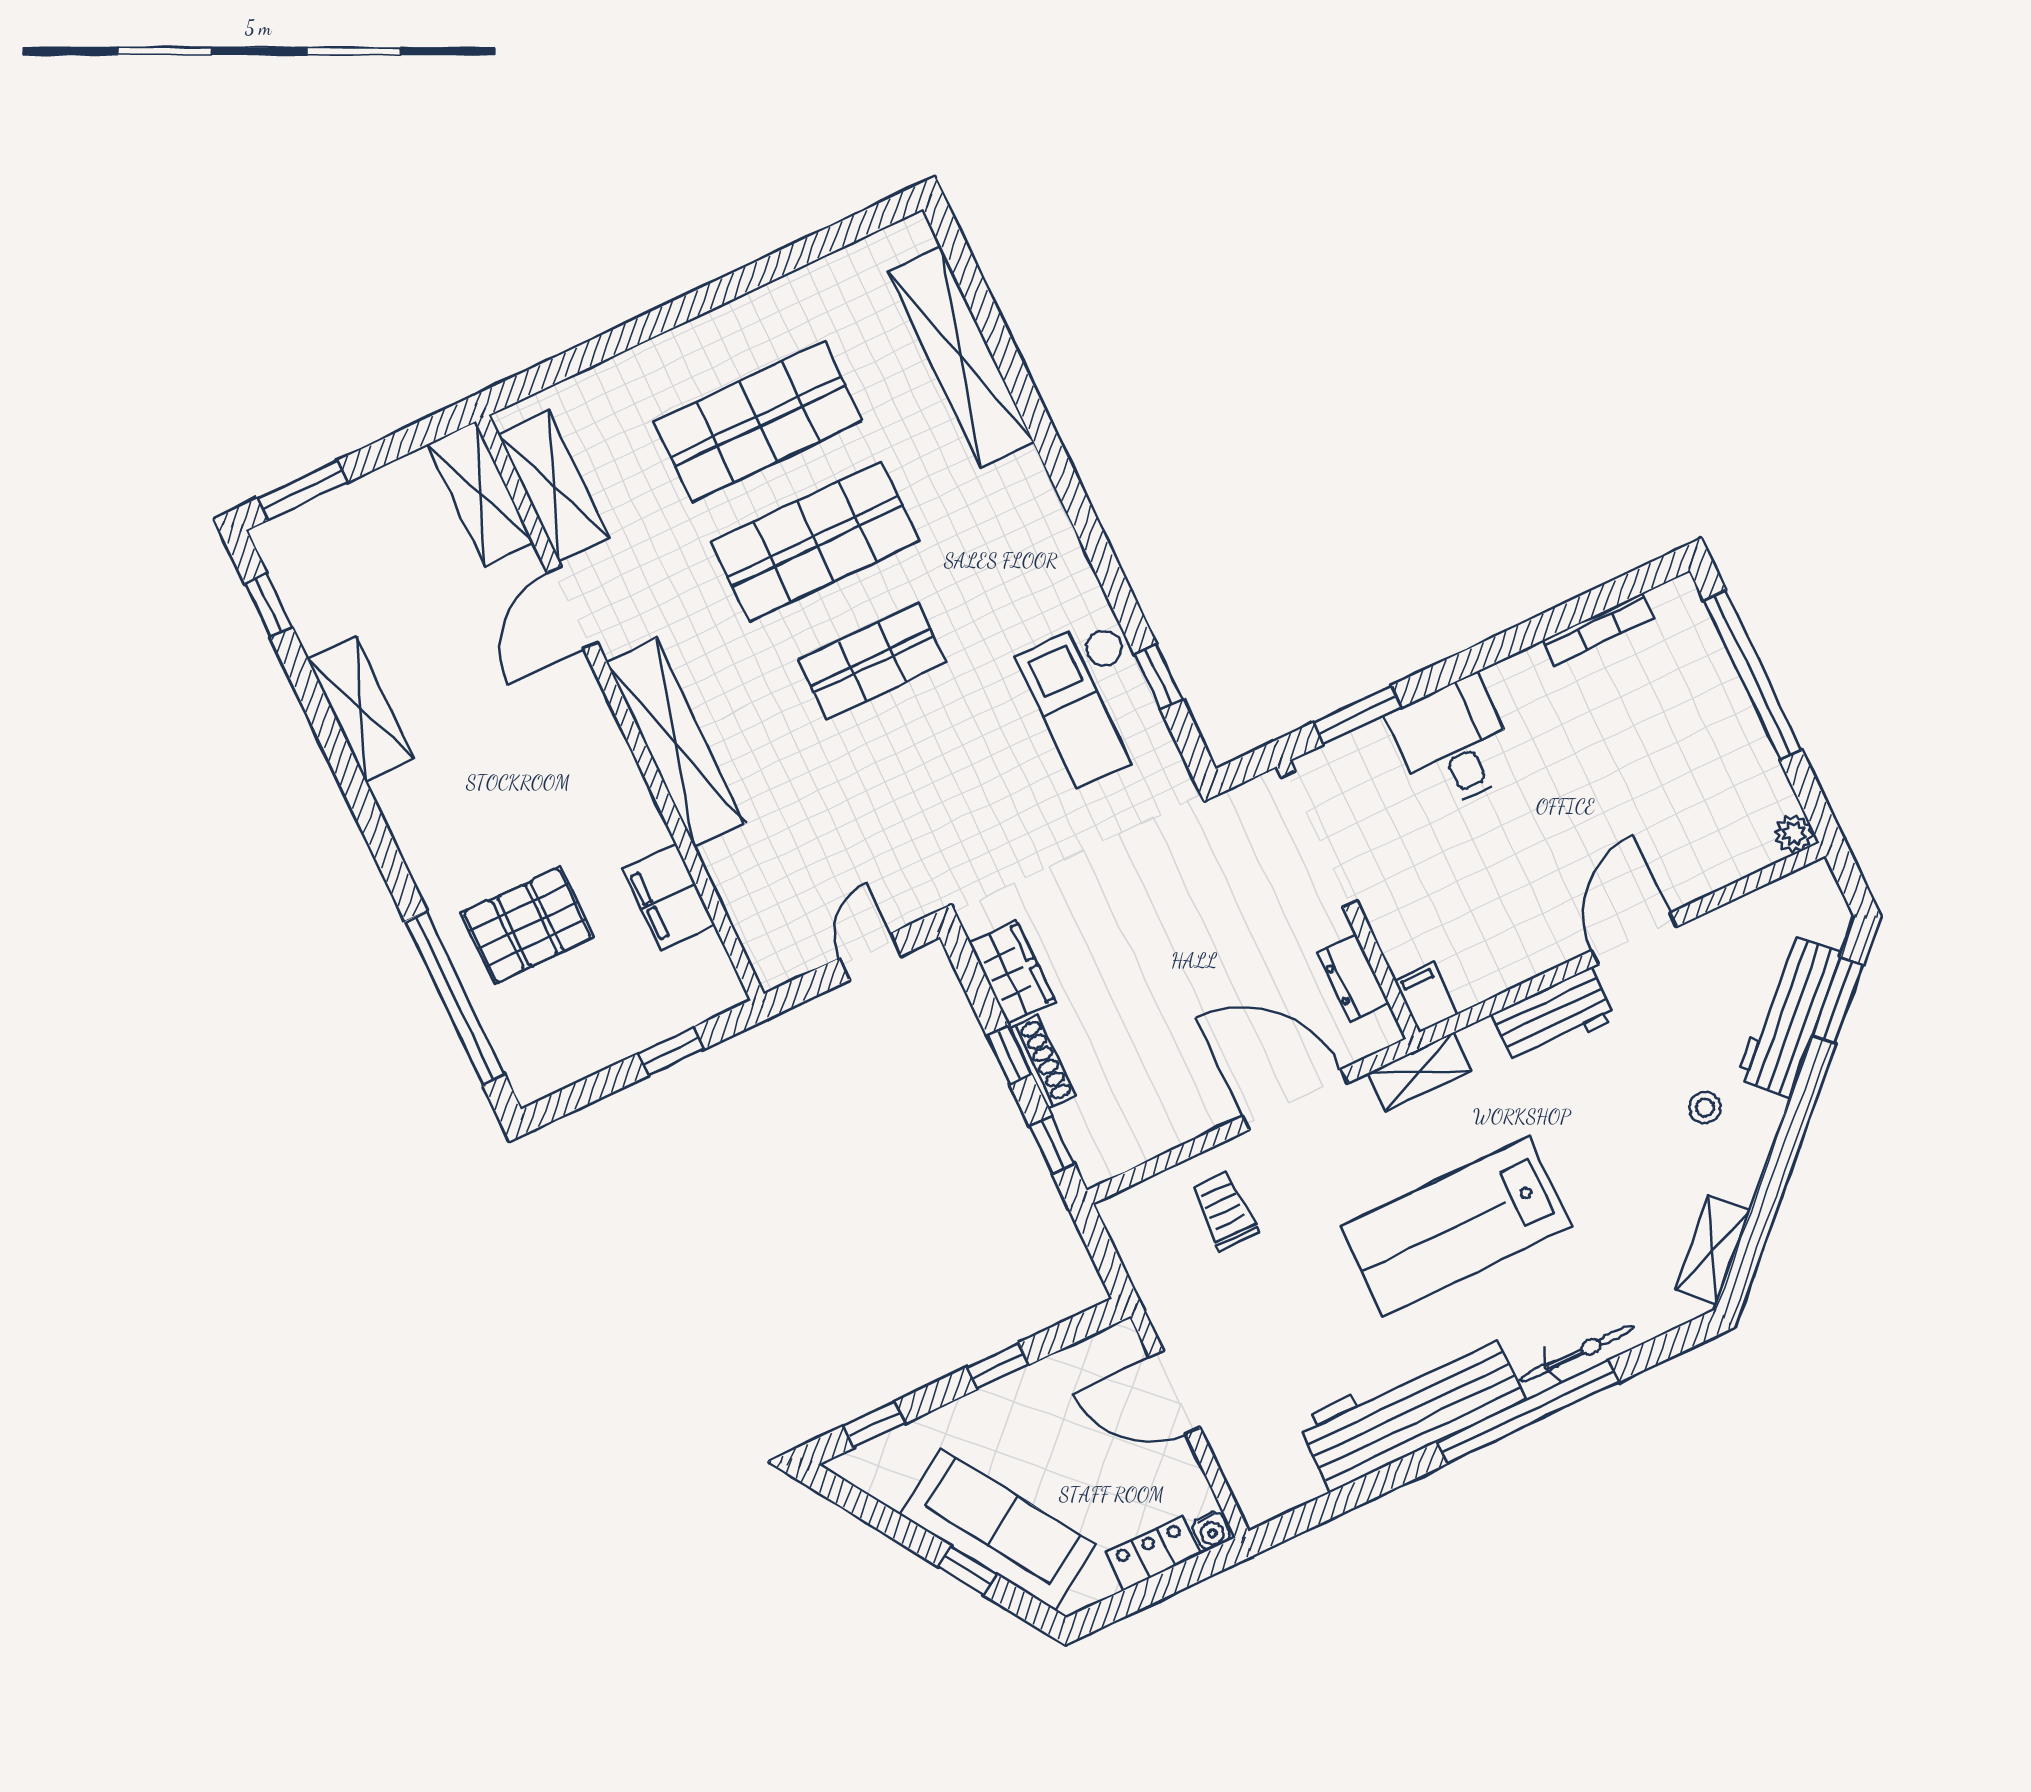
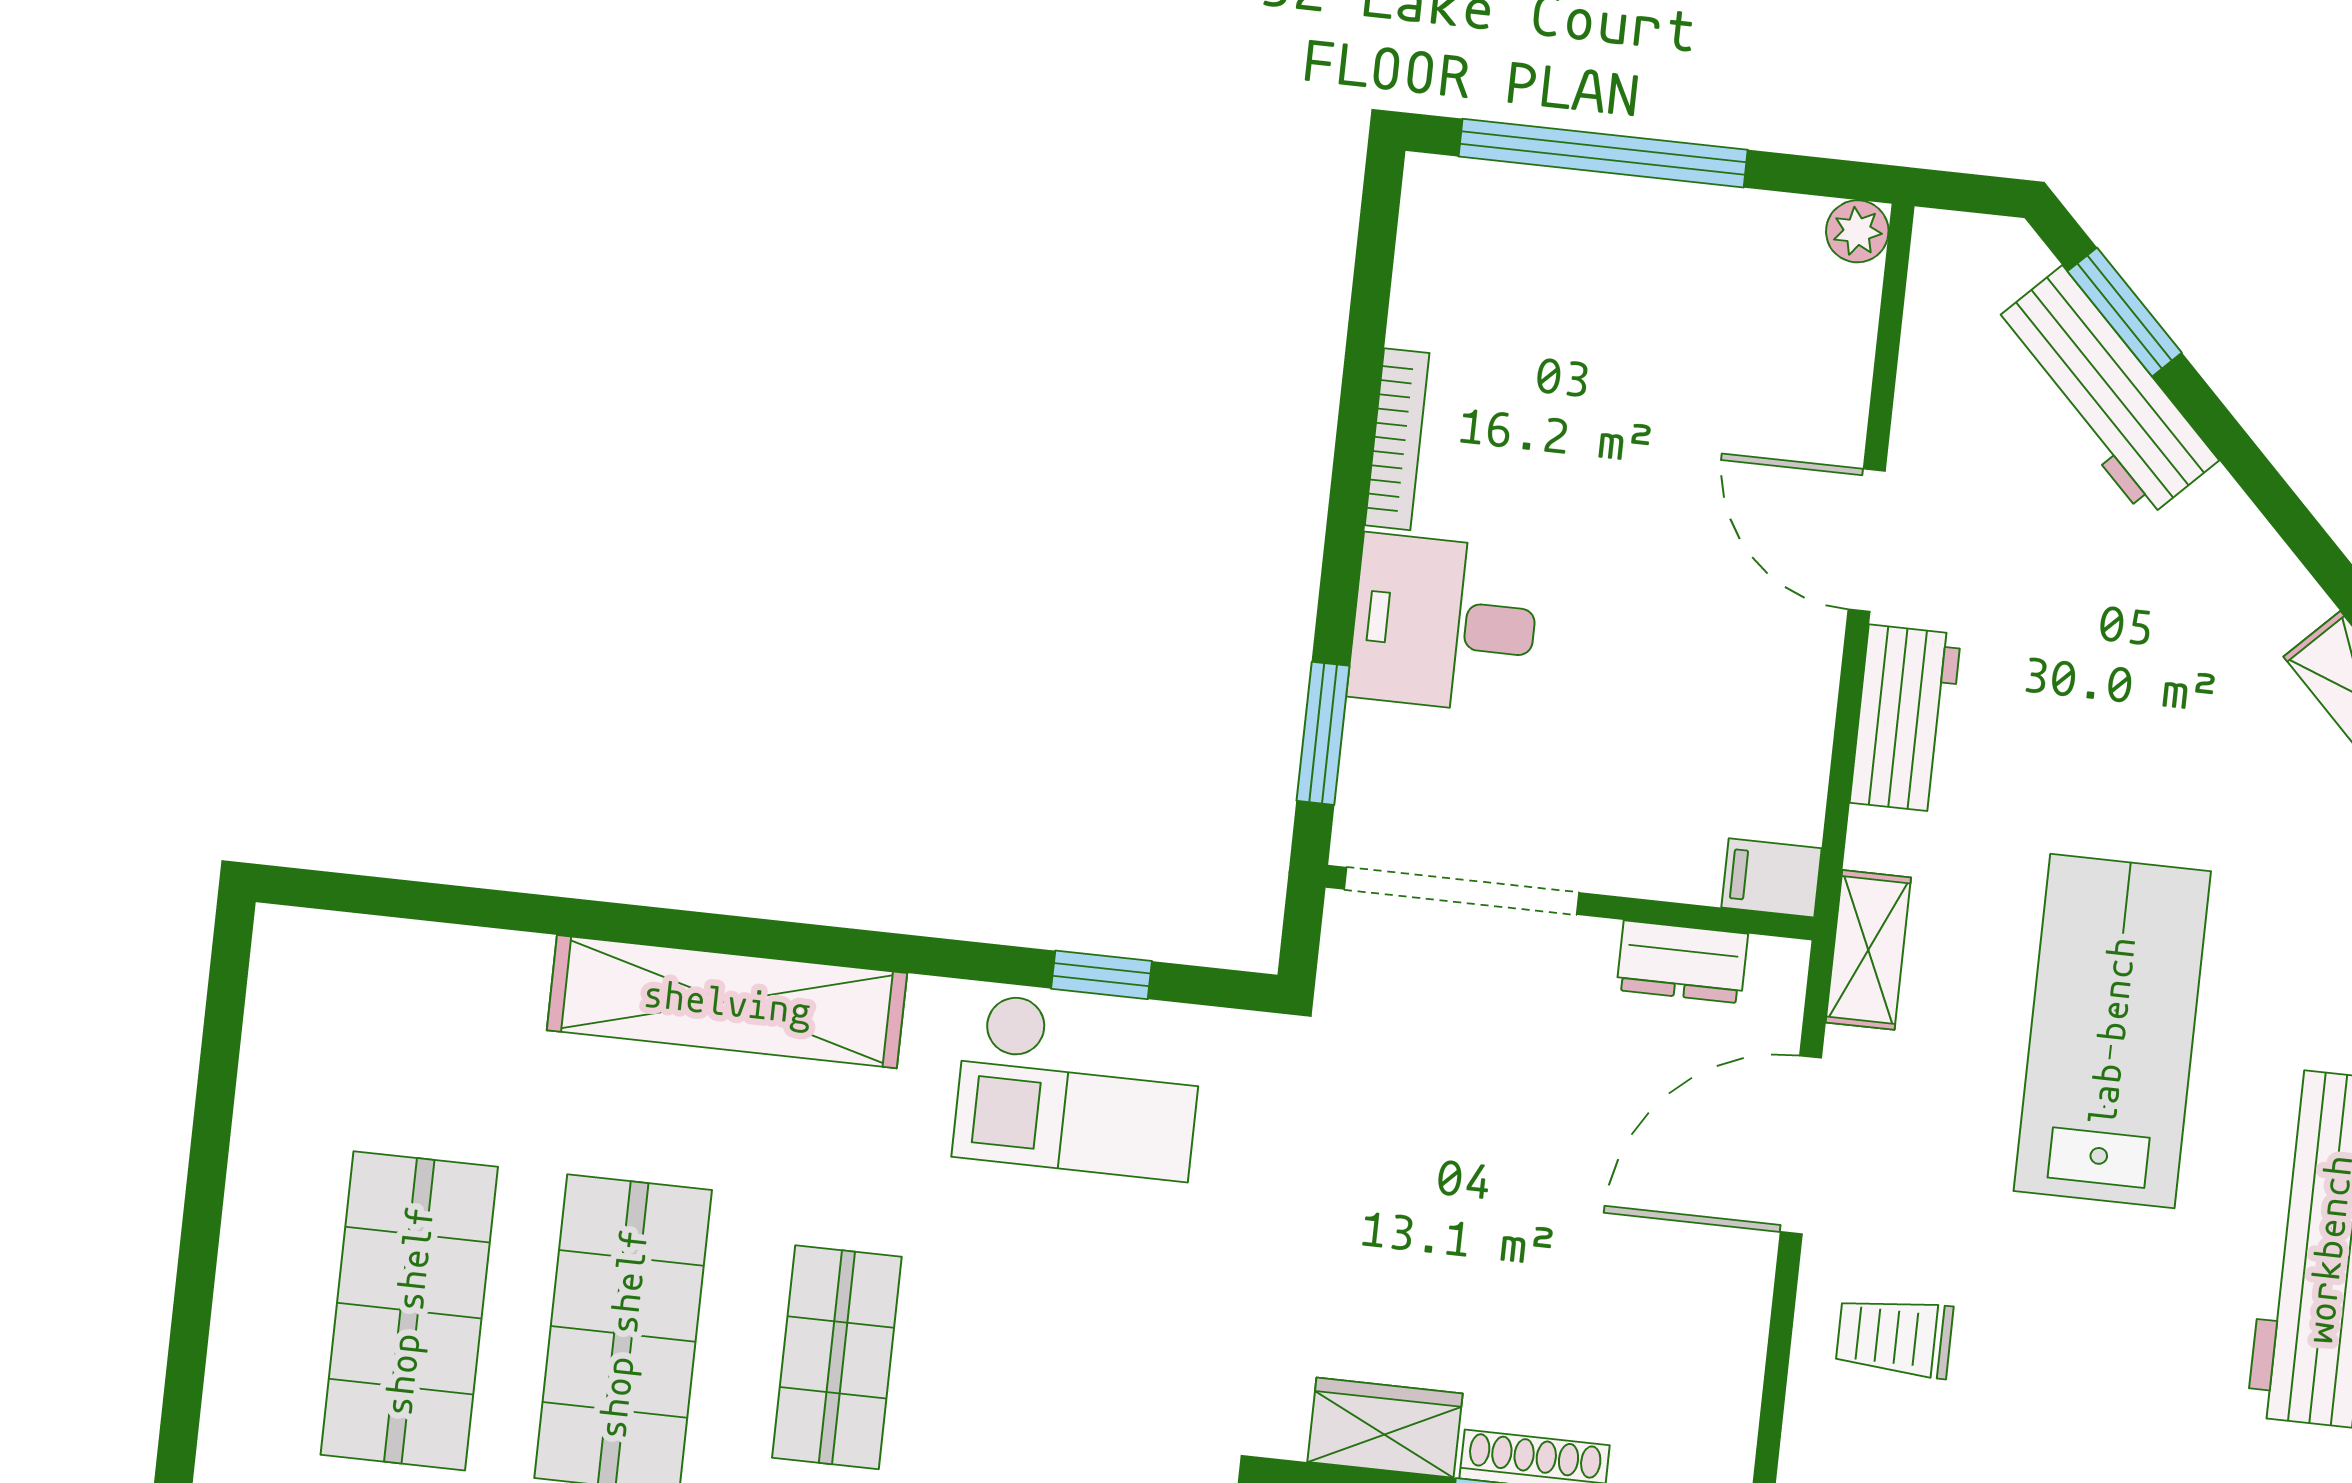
shelving: (961, 357) -> (727, 1002), moved
bookcase: (1598, 629) -> (1397, 439), moved
stool: (1705, 1107) -> (2160, 586), removed
lab bench: (1456, 1226) -> (2112, 1031), turned 180

